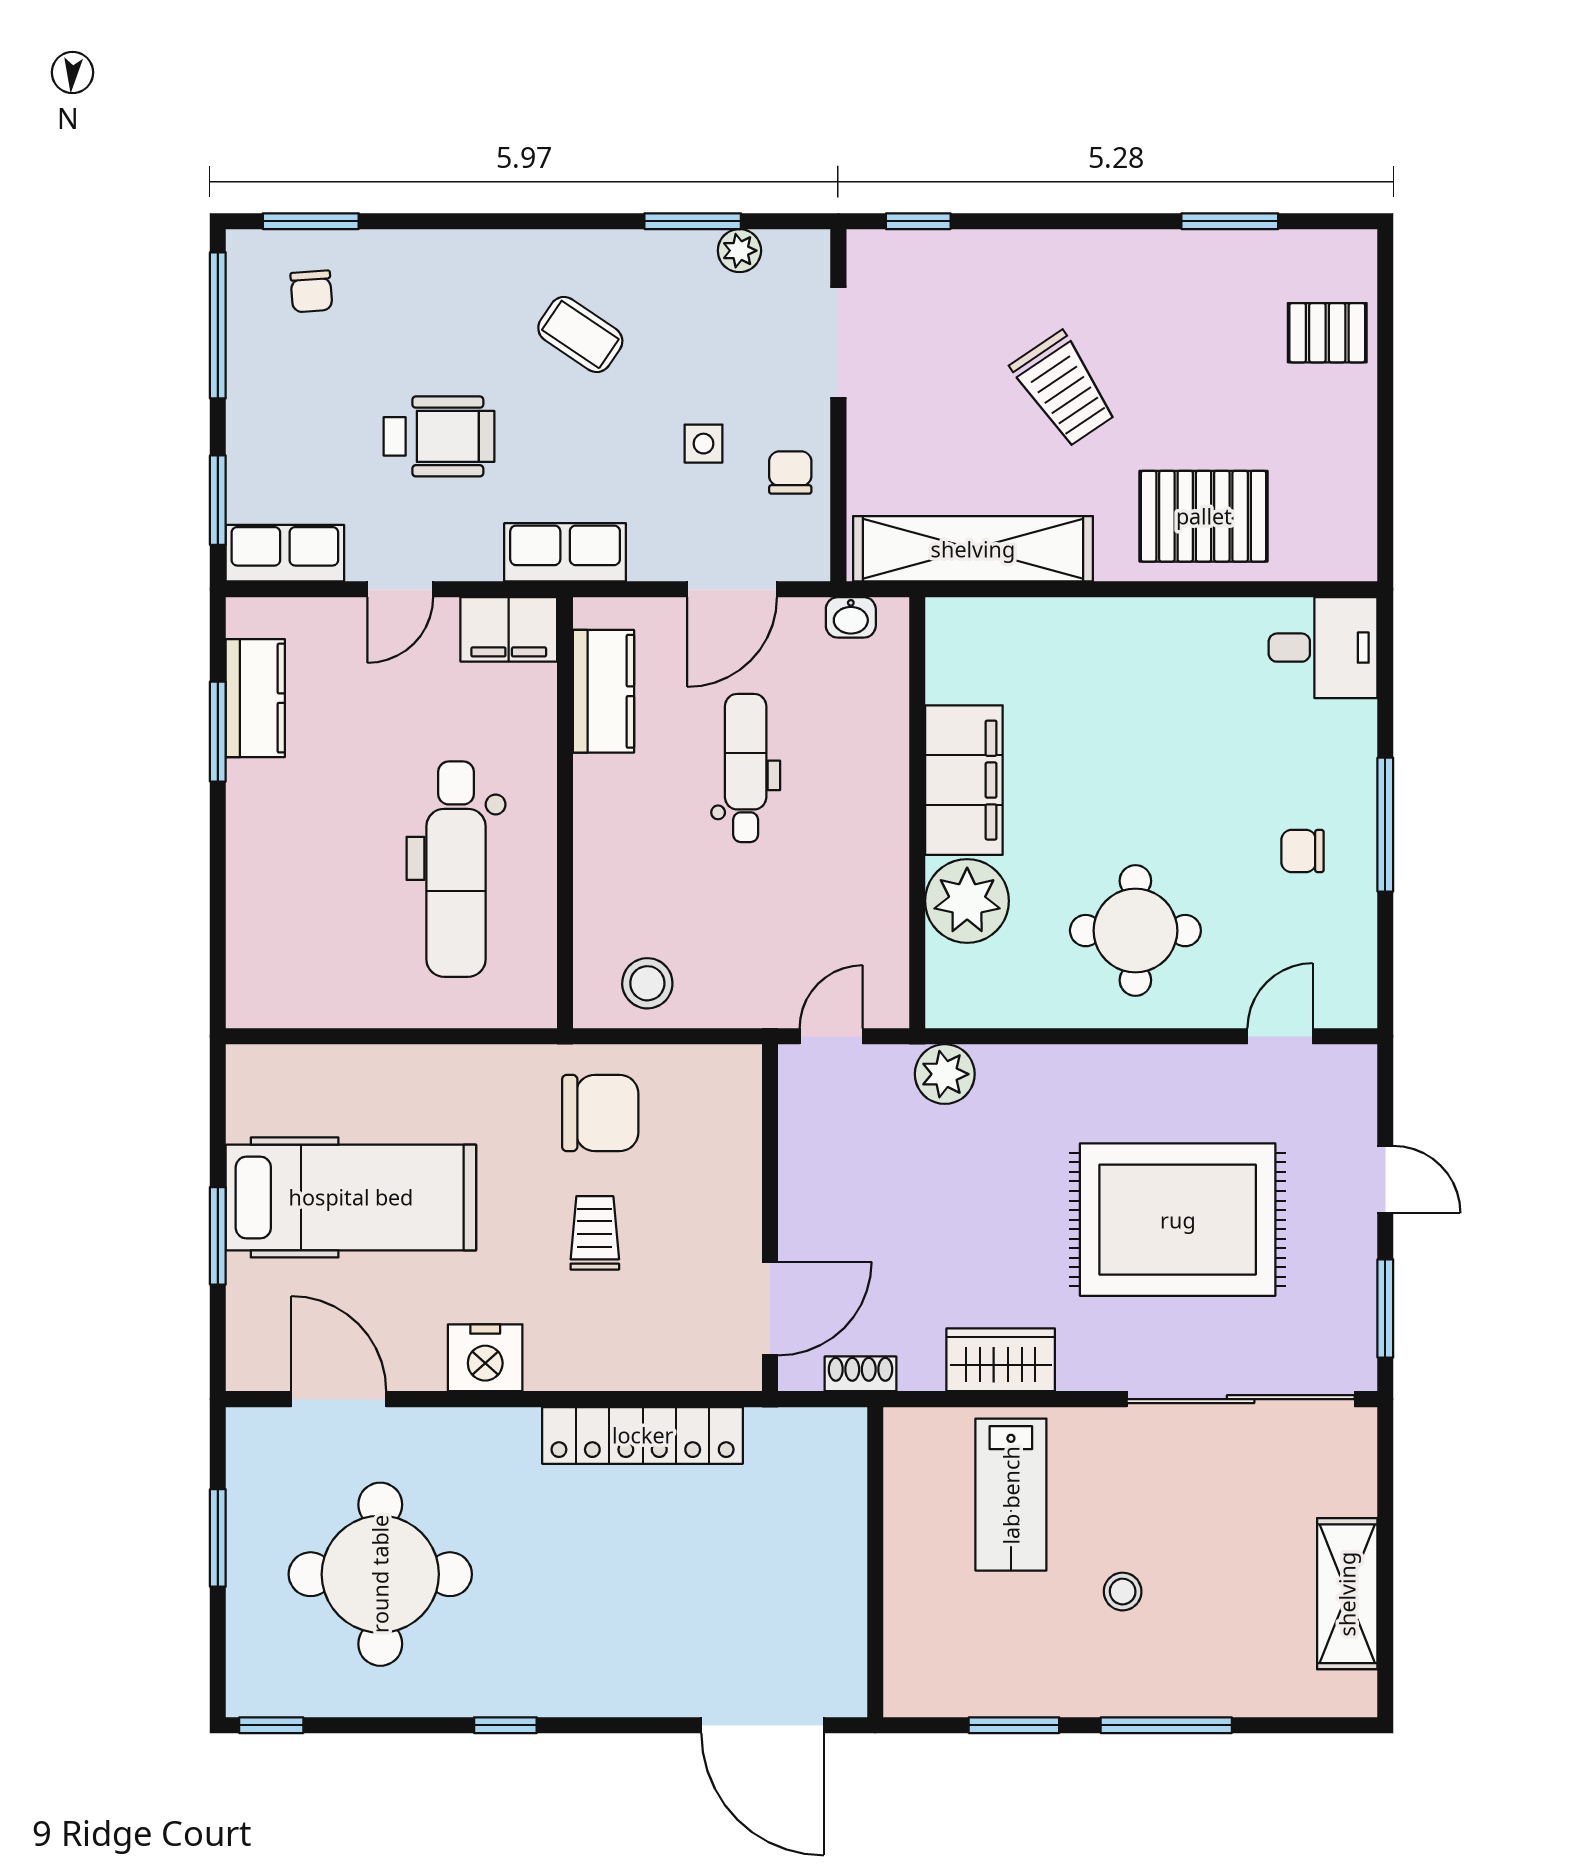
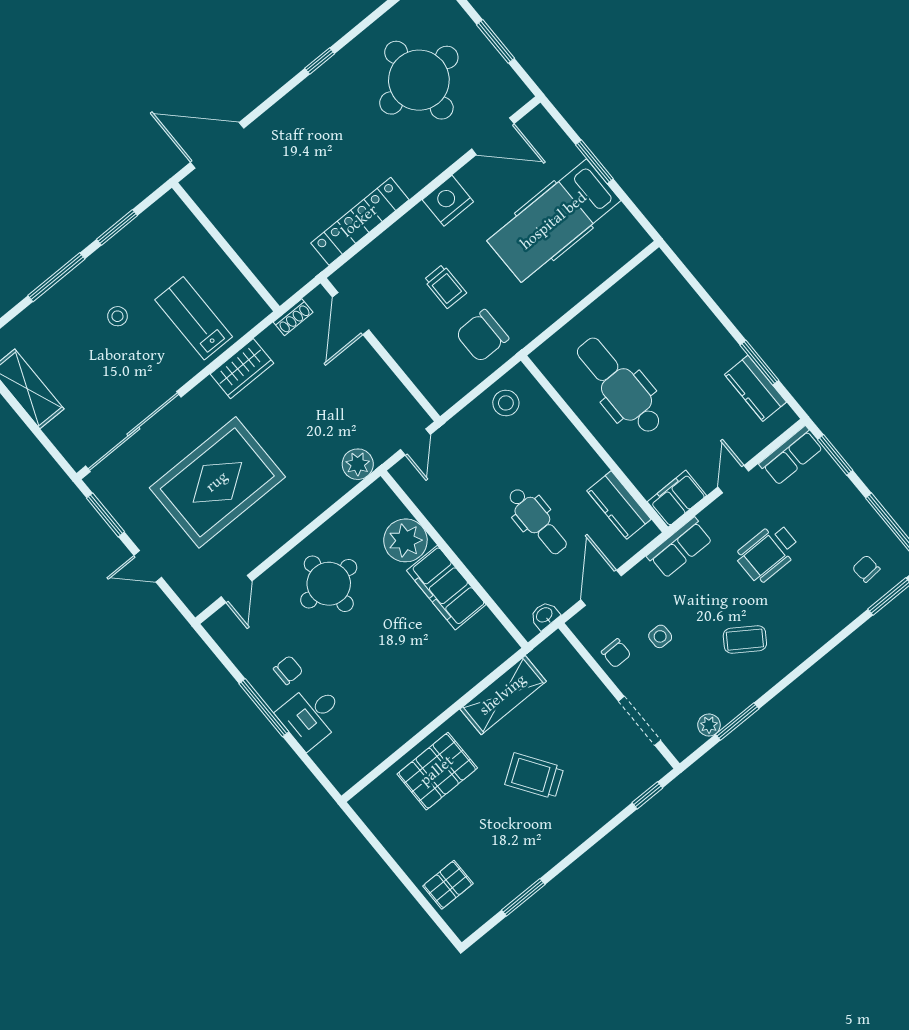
shelving: (973, 549) -> (503, 695), width x0.68
desk: (1323, 648) -> (312, 715), moved

